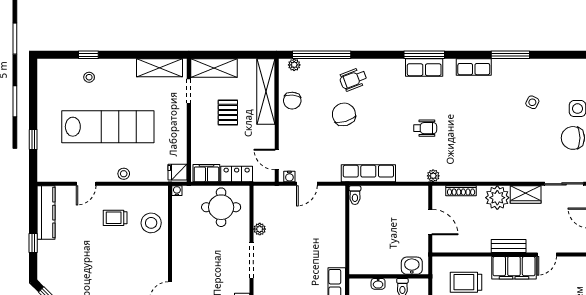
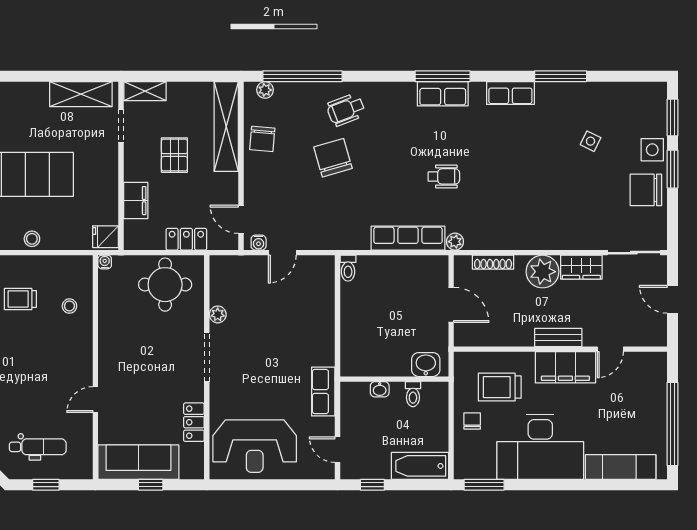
shelving: (214, 68) -> (145, 91), width x0.67, depth x0.75
filing cabinet: (206, 173) -> (136, 201), moved, turned 90
row of seats: (368, 173) -> (408, 238), moved
stool: (151, 223) -> (69, 306), width x0.53, depth x0.53

